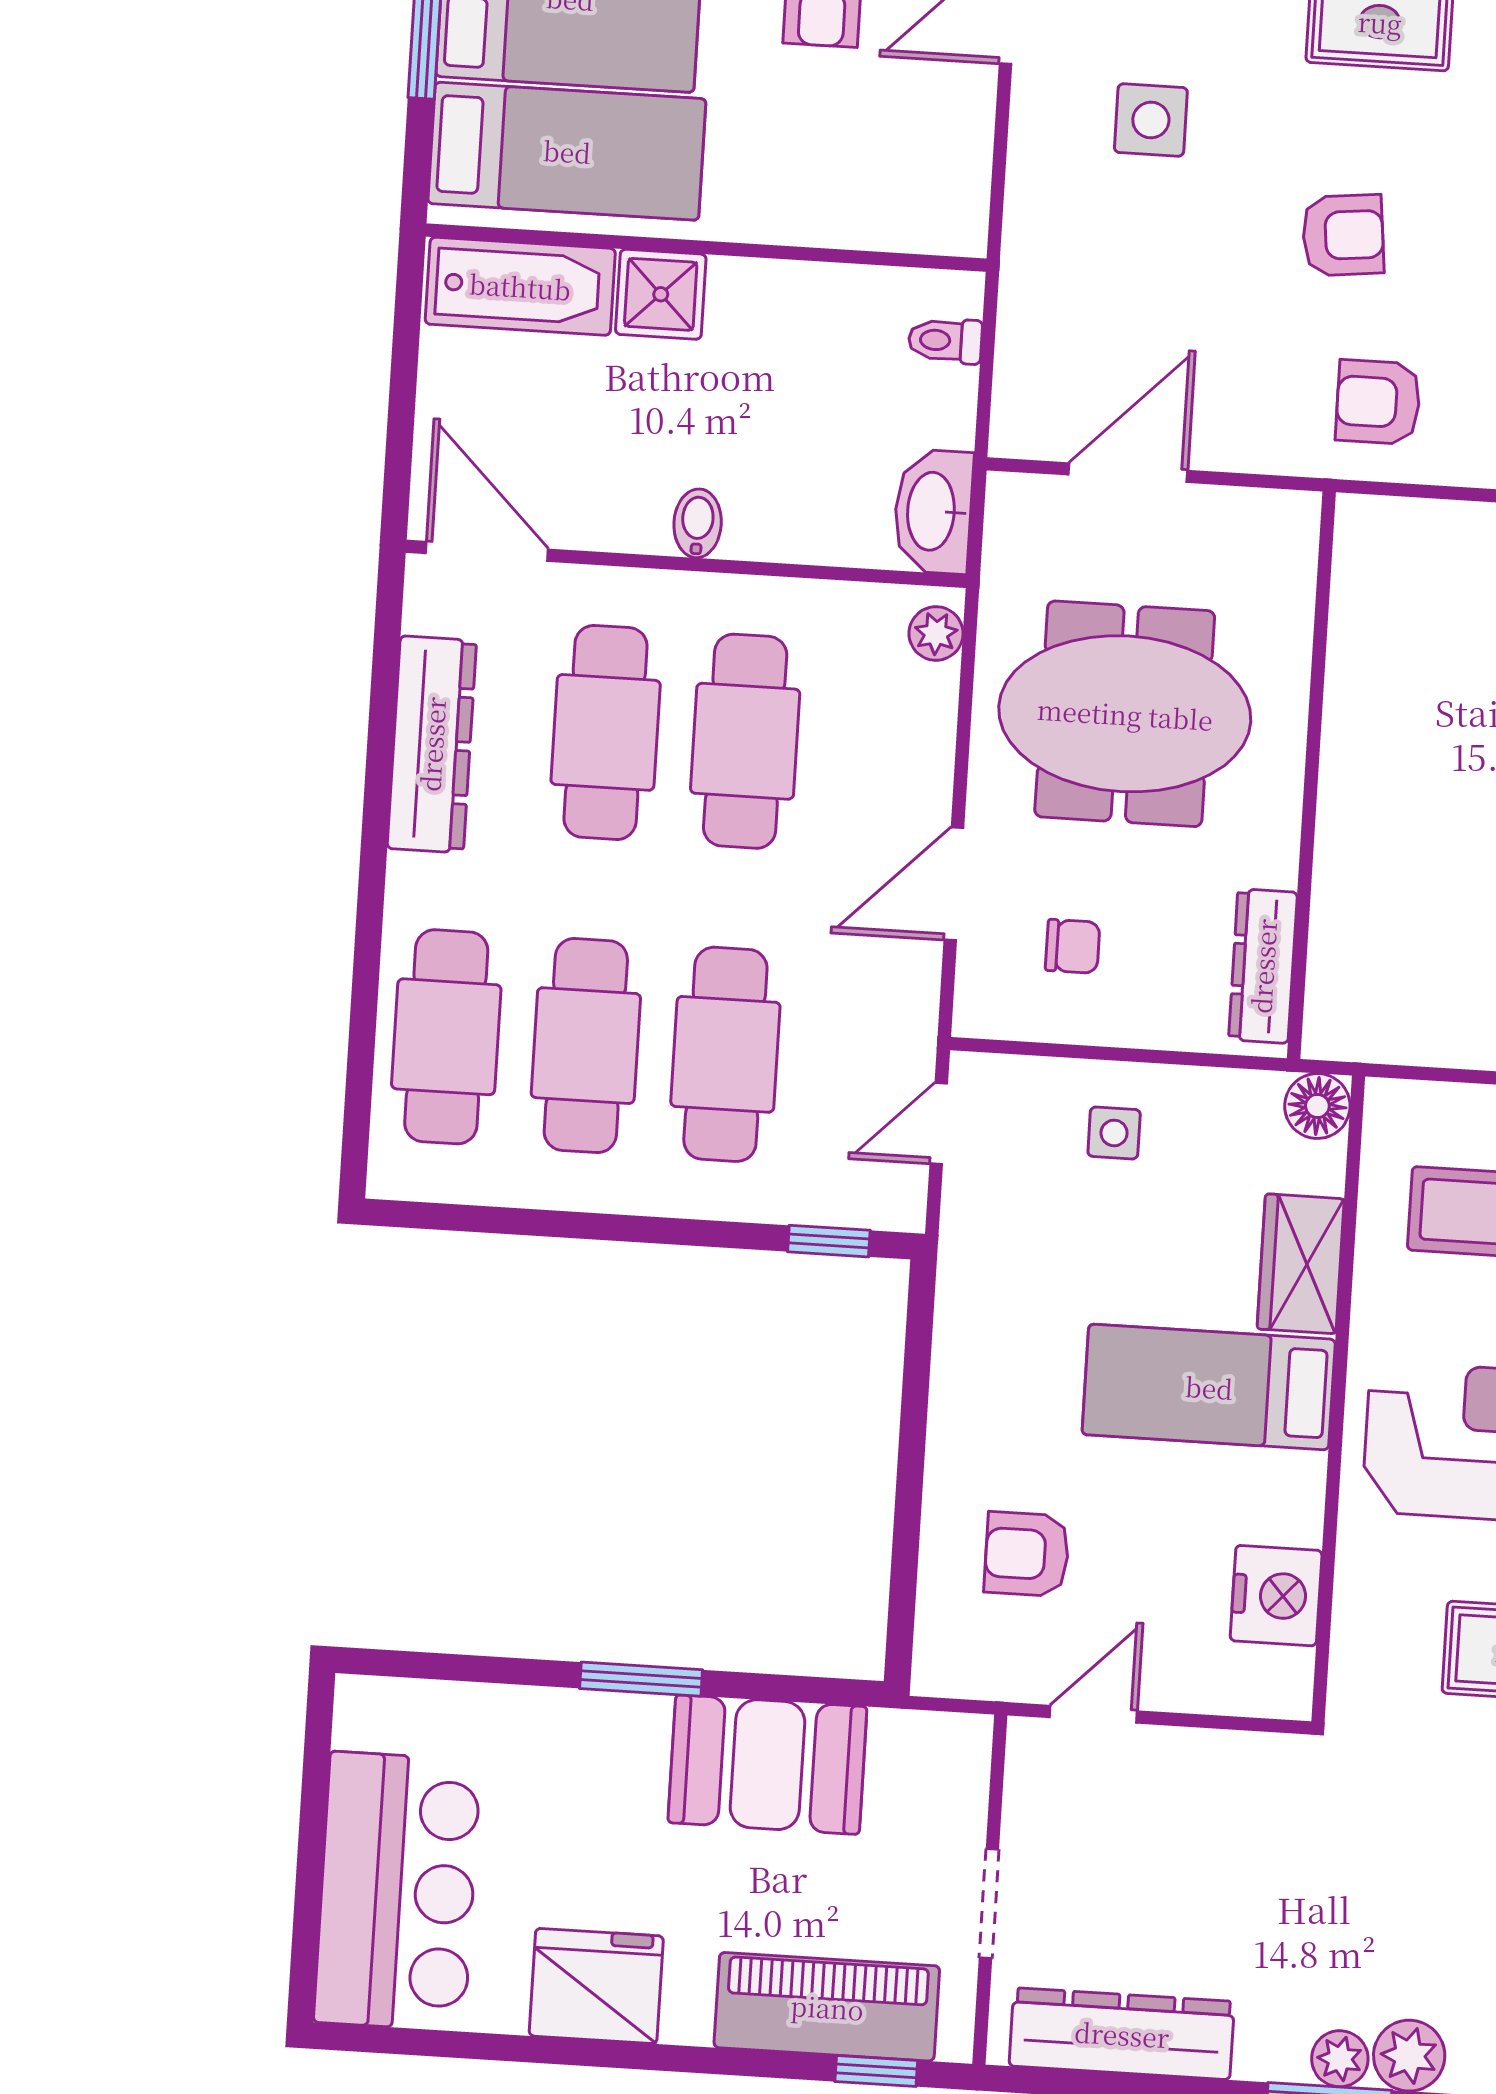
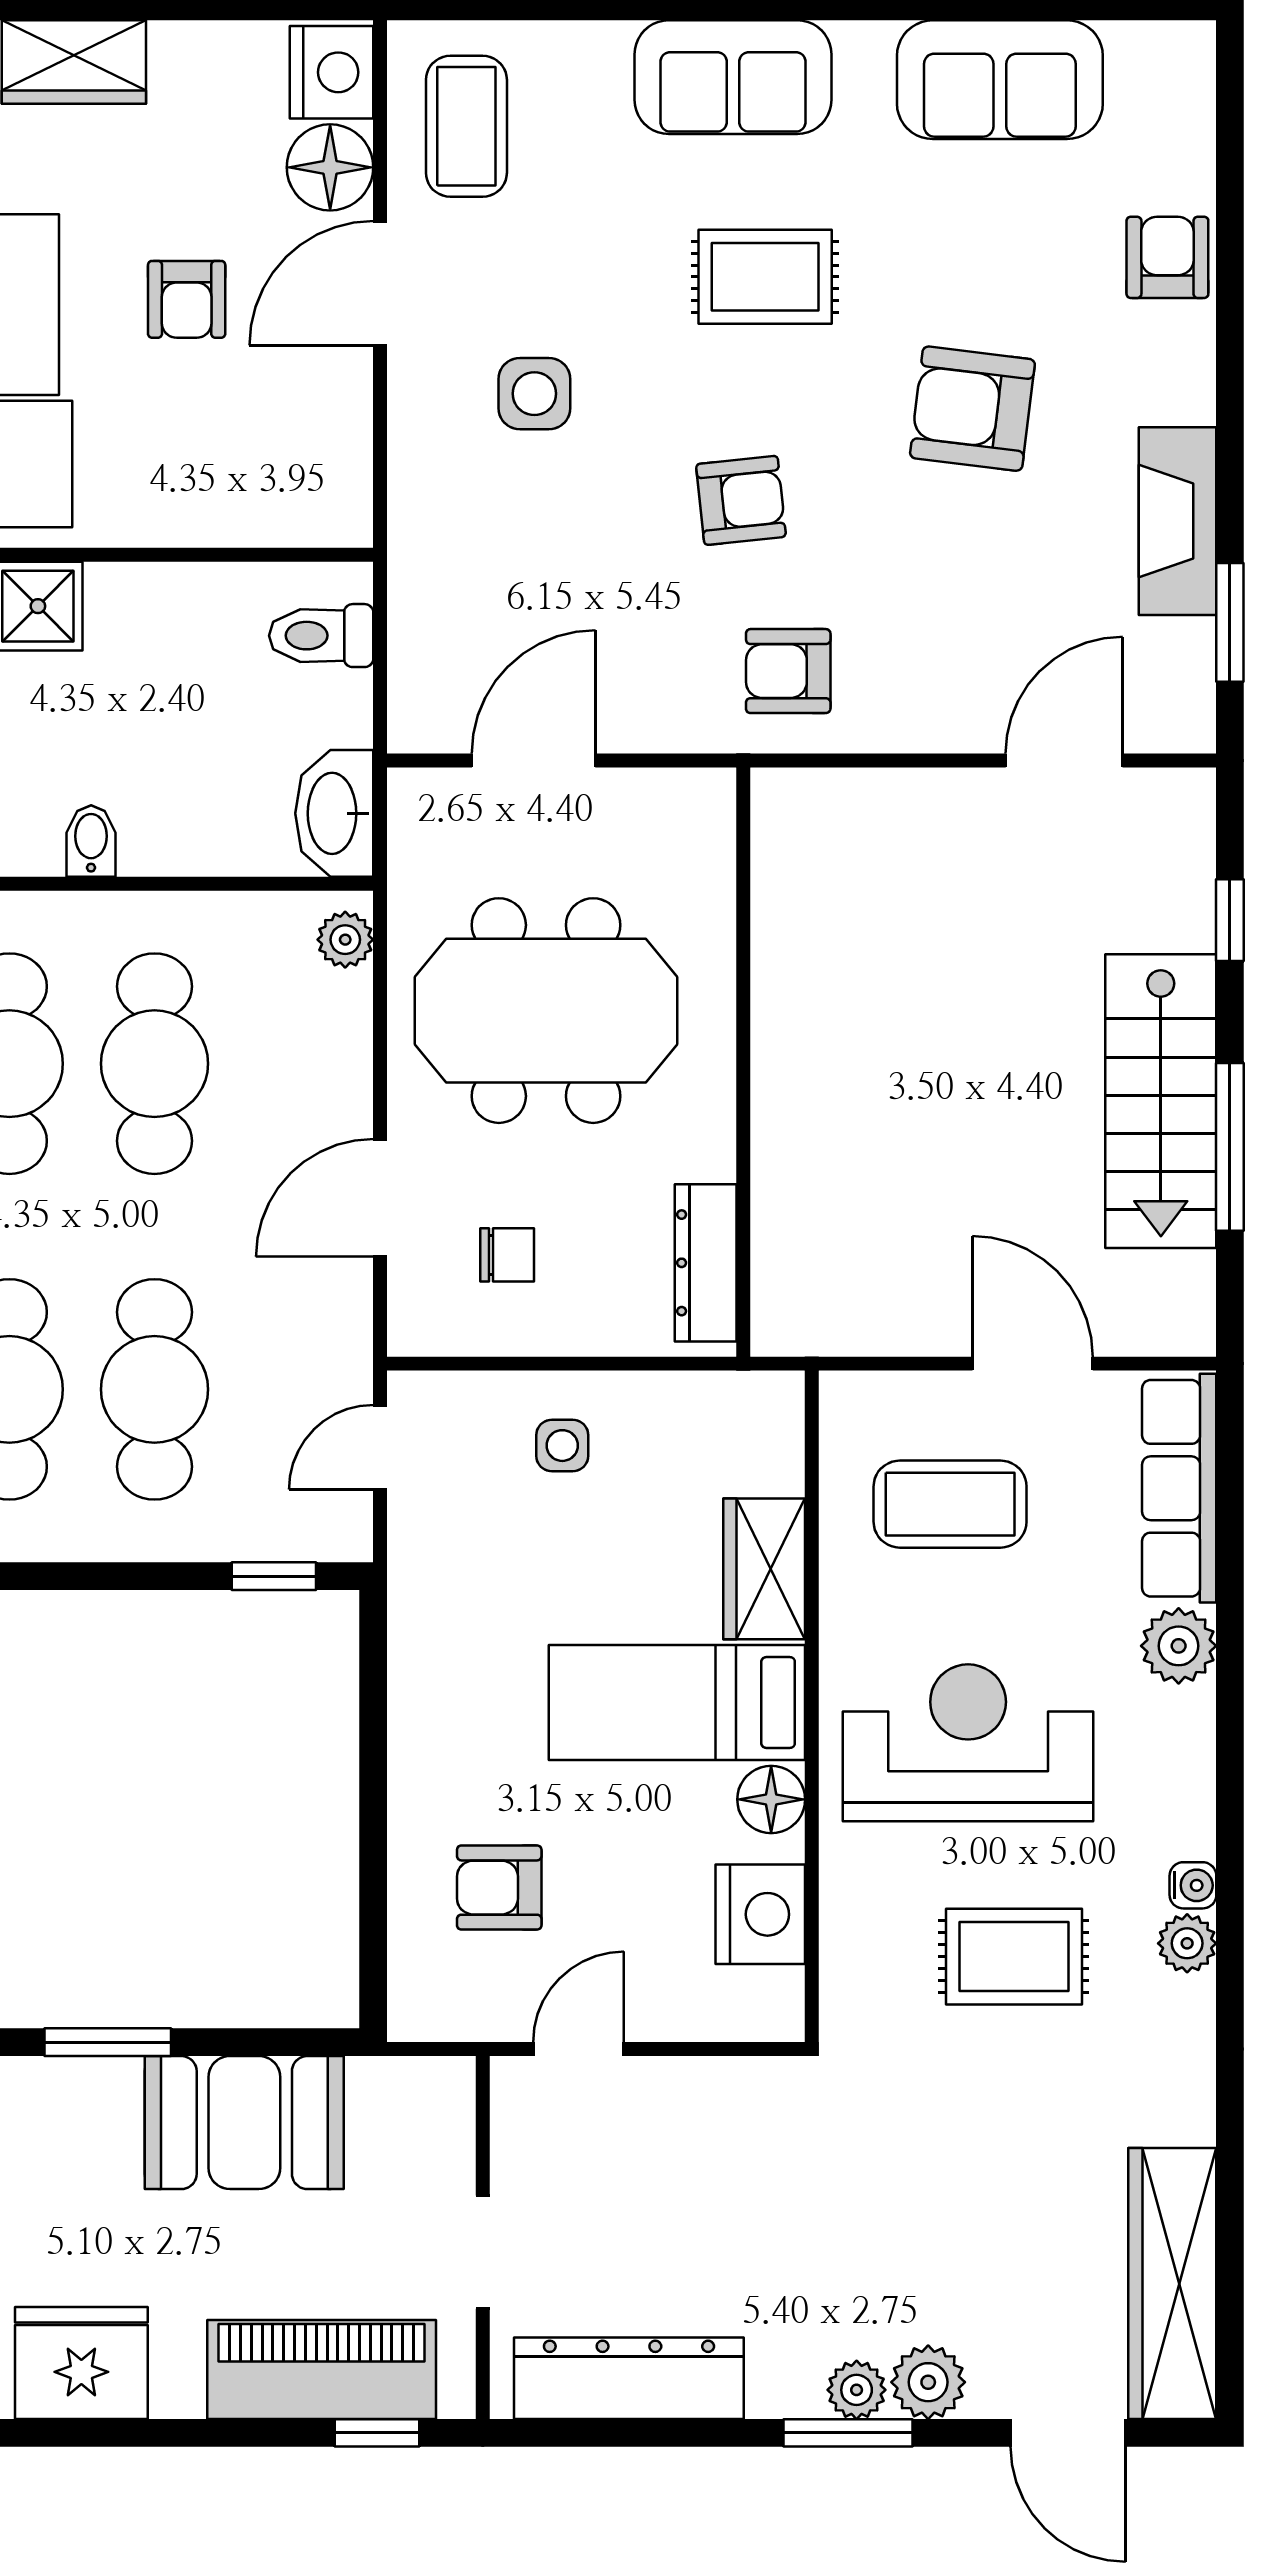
toilet: (945, 341) -> (321, 636), width x1.37, depth x1.39
floor lamp: (1317, 1106) -> (771, 1799), moved

